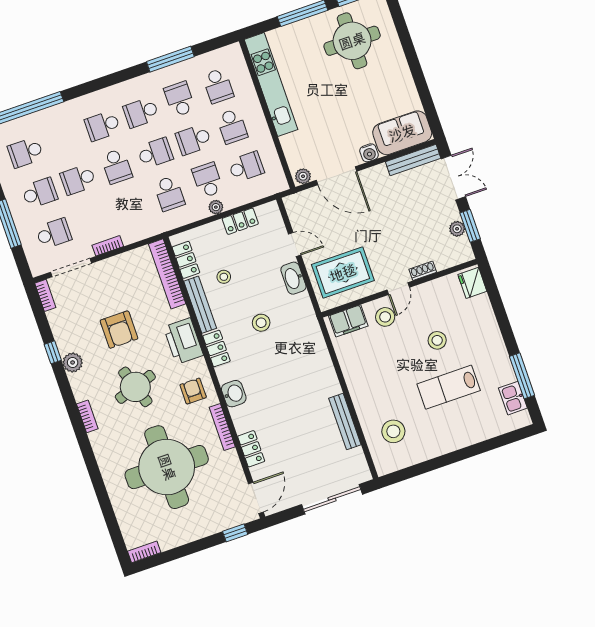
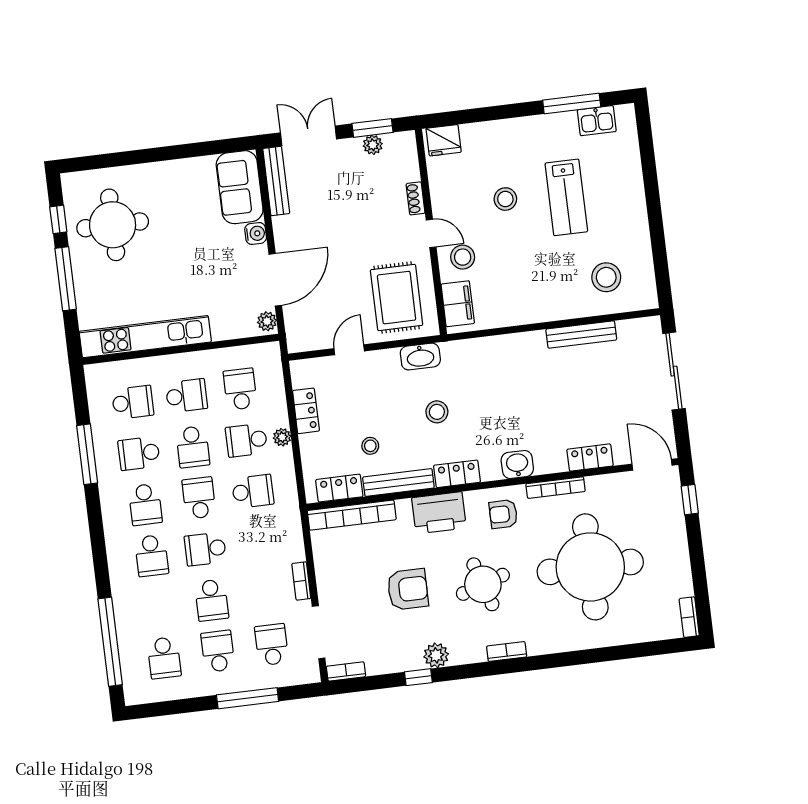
school desk: (117, 166) -> (205, 549), turned 180
washbasin: (293, 278) -> (420, 357), moved

